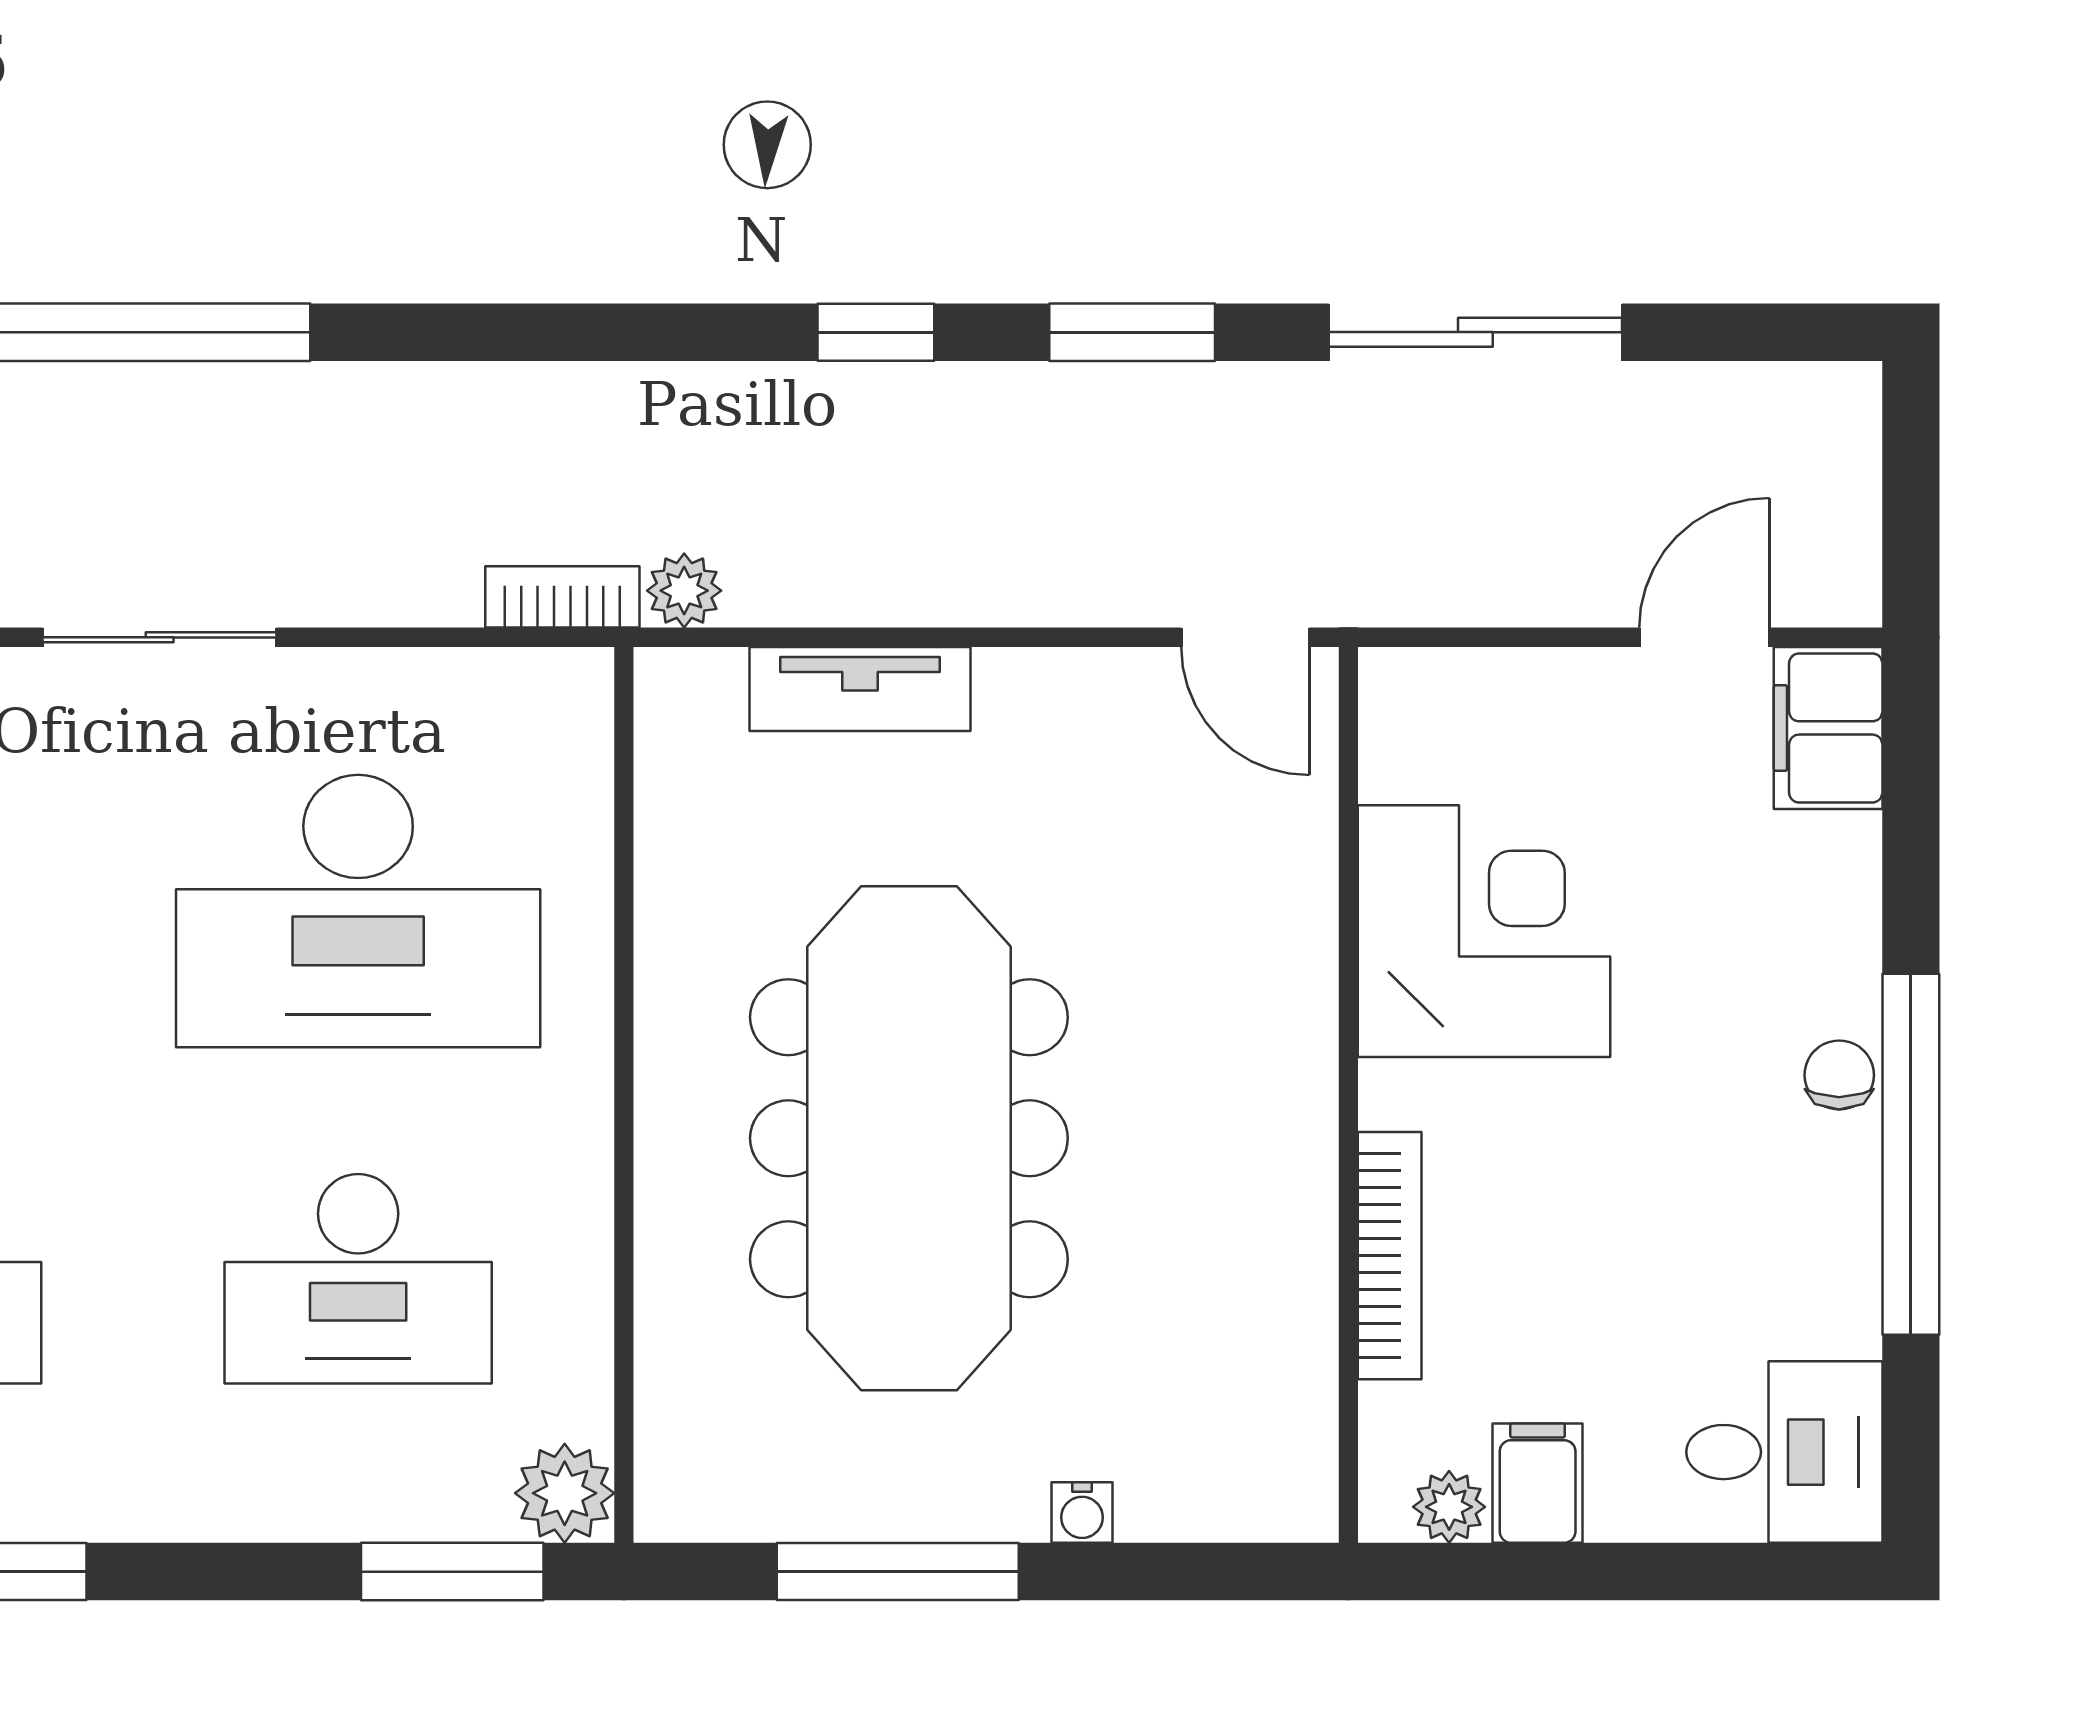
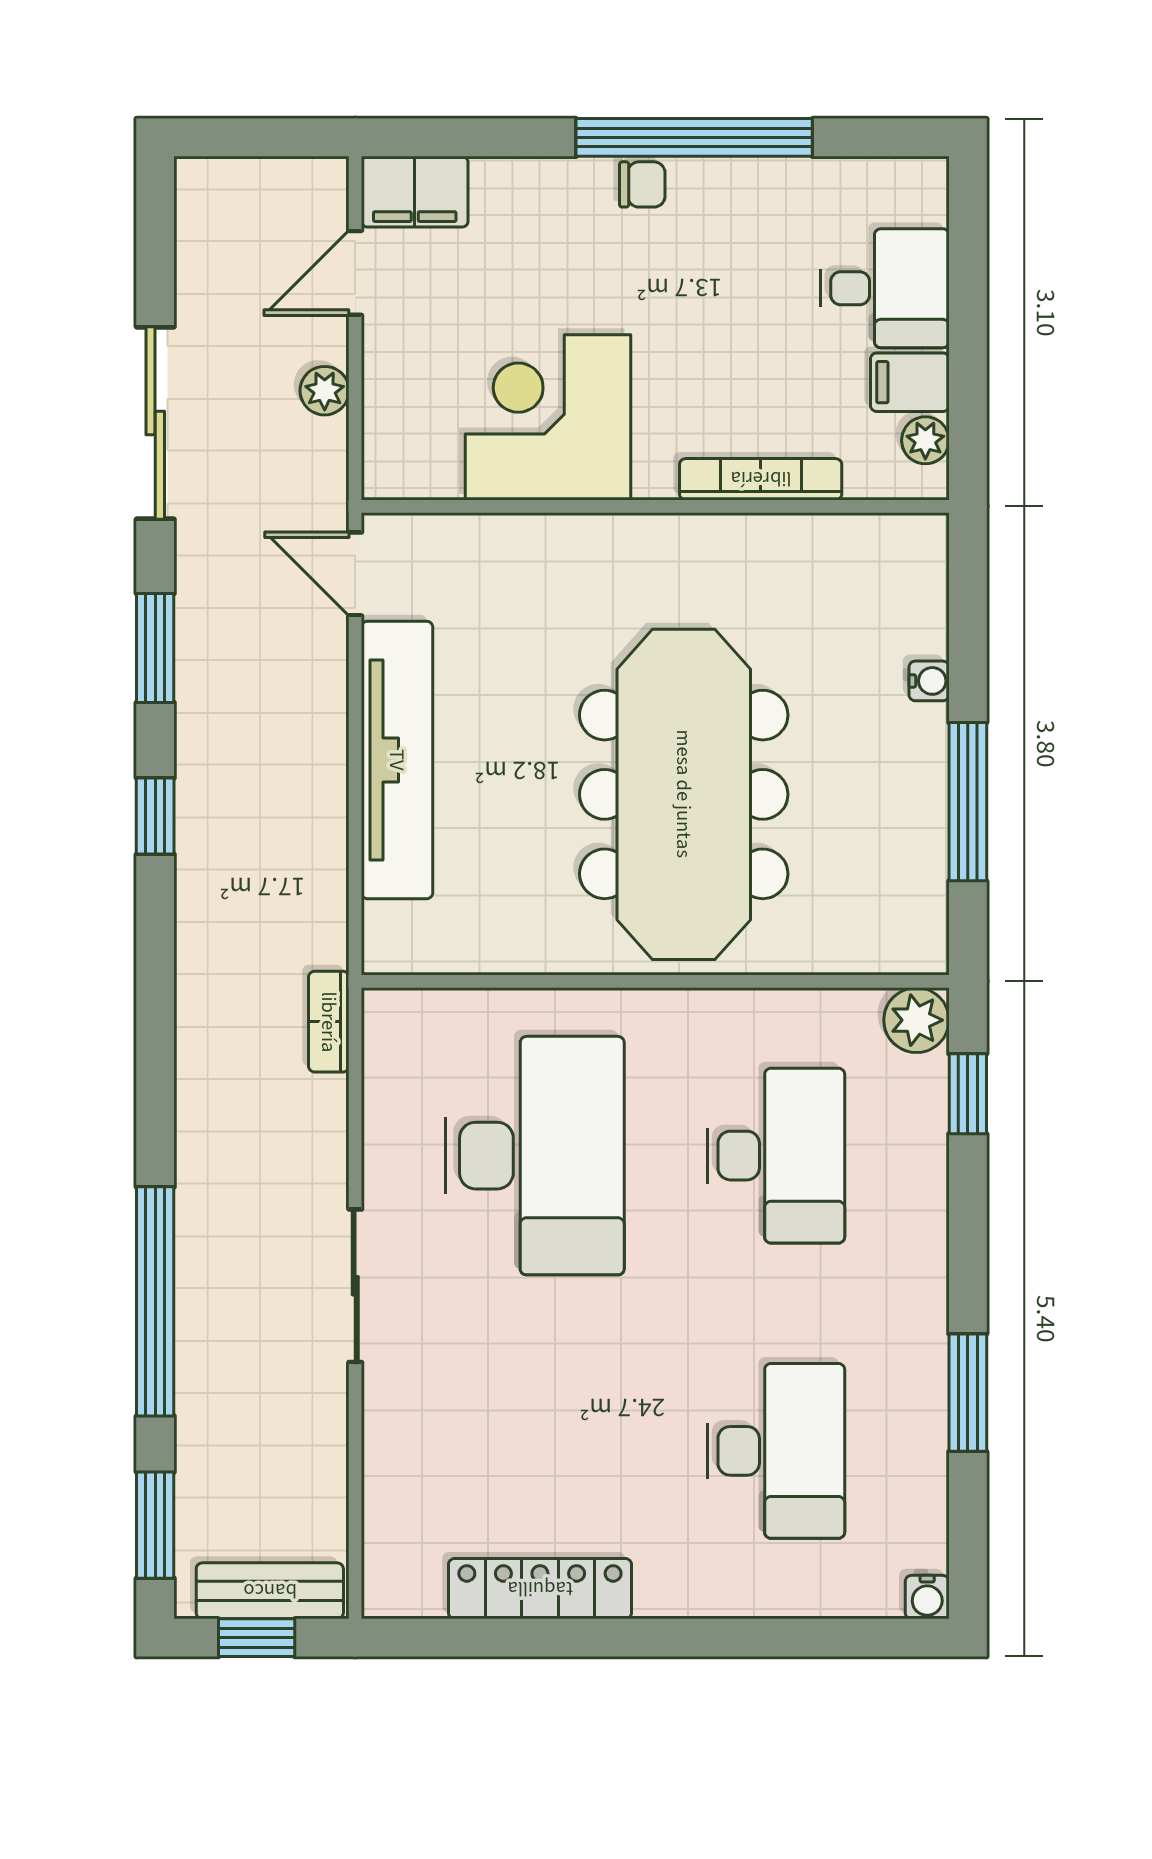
plant: (684, 591) -> (325, 391), moved
door: (1245, 637) -> (355, 574), swing flipped
door: (1704, 637) -> (355, 273), hinge flipped
tv unit: (860, 689) -> (397, 760), width x1.92, depth x1.29
chair: (1839, 1075) -> (642, 184), turned 180
meeting table: (909, 1138) -> (684, 794), turned 90
desk: (1784, 1452) -> (885, 288), moved, turned 90
window: (452, 1572) -> (968, 1094), width x0.67

